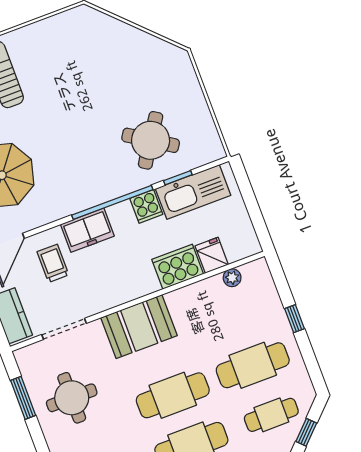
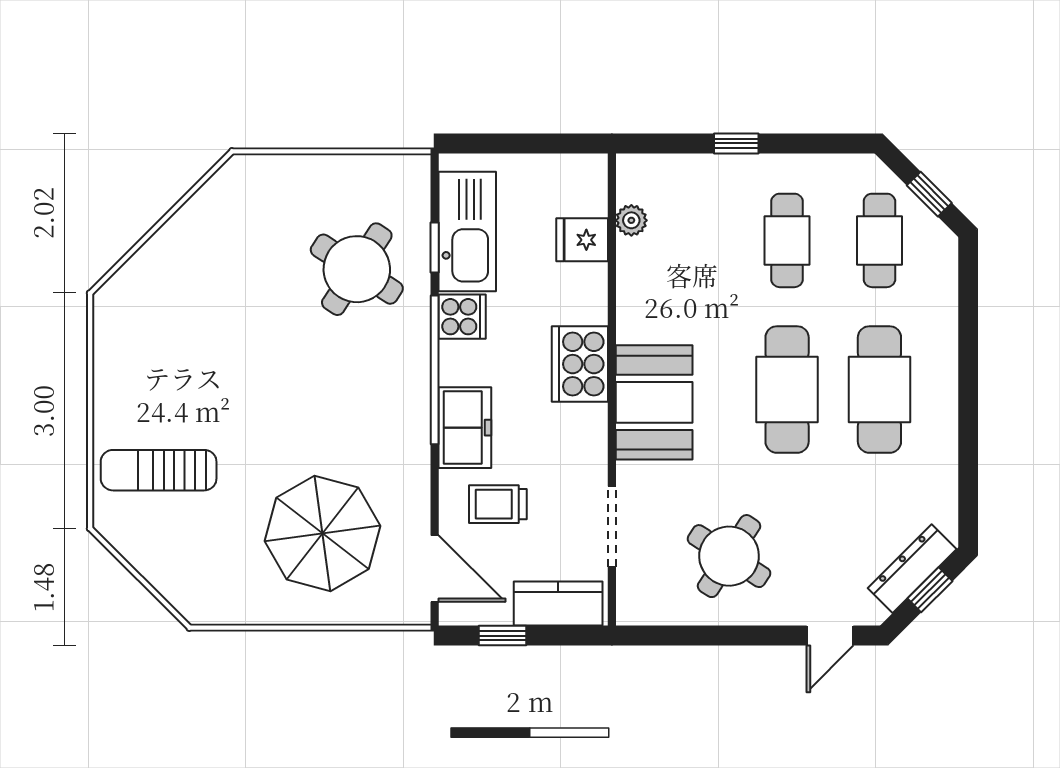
cooker: (178, 267) -> (580, 364), moved
cafe table: (253, 365) -> (787, 240), width x0.73, depth x0.74
window: (23, 398) -> (699, 636), removed
round table: (72, 398) -> (729, 556), turned 33

